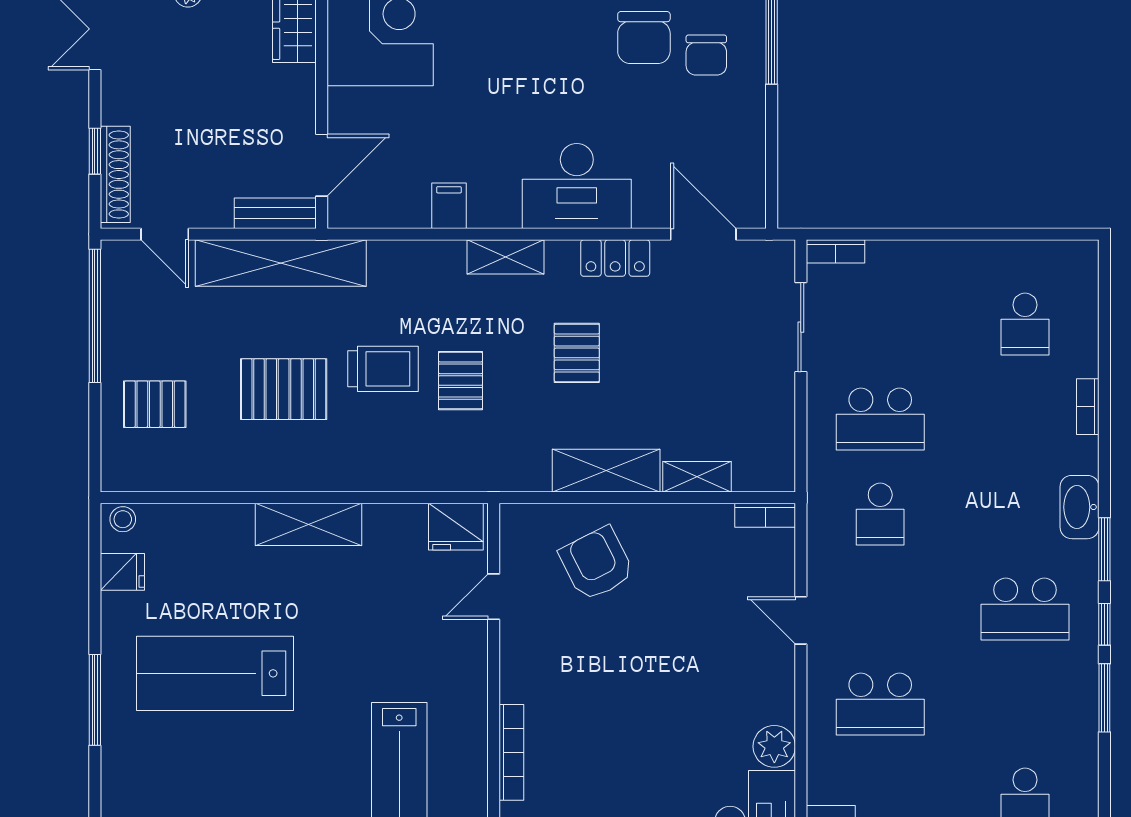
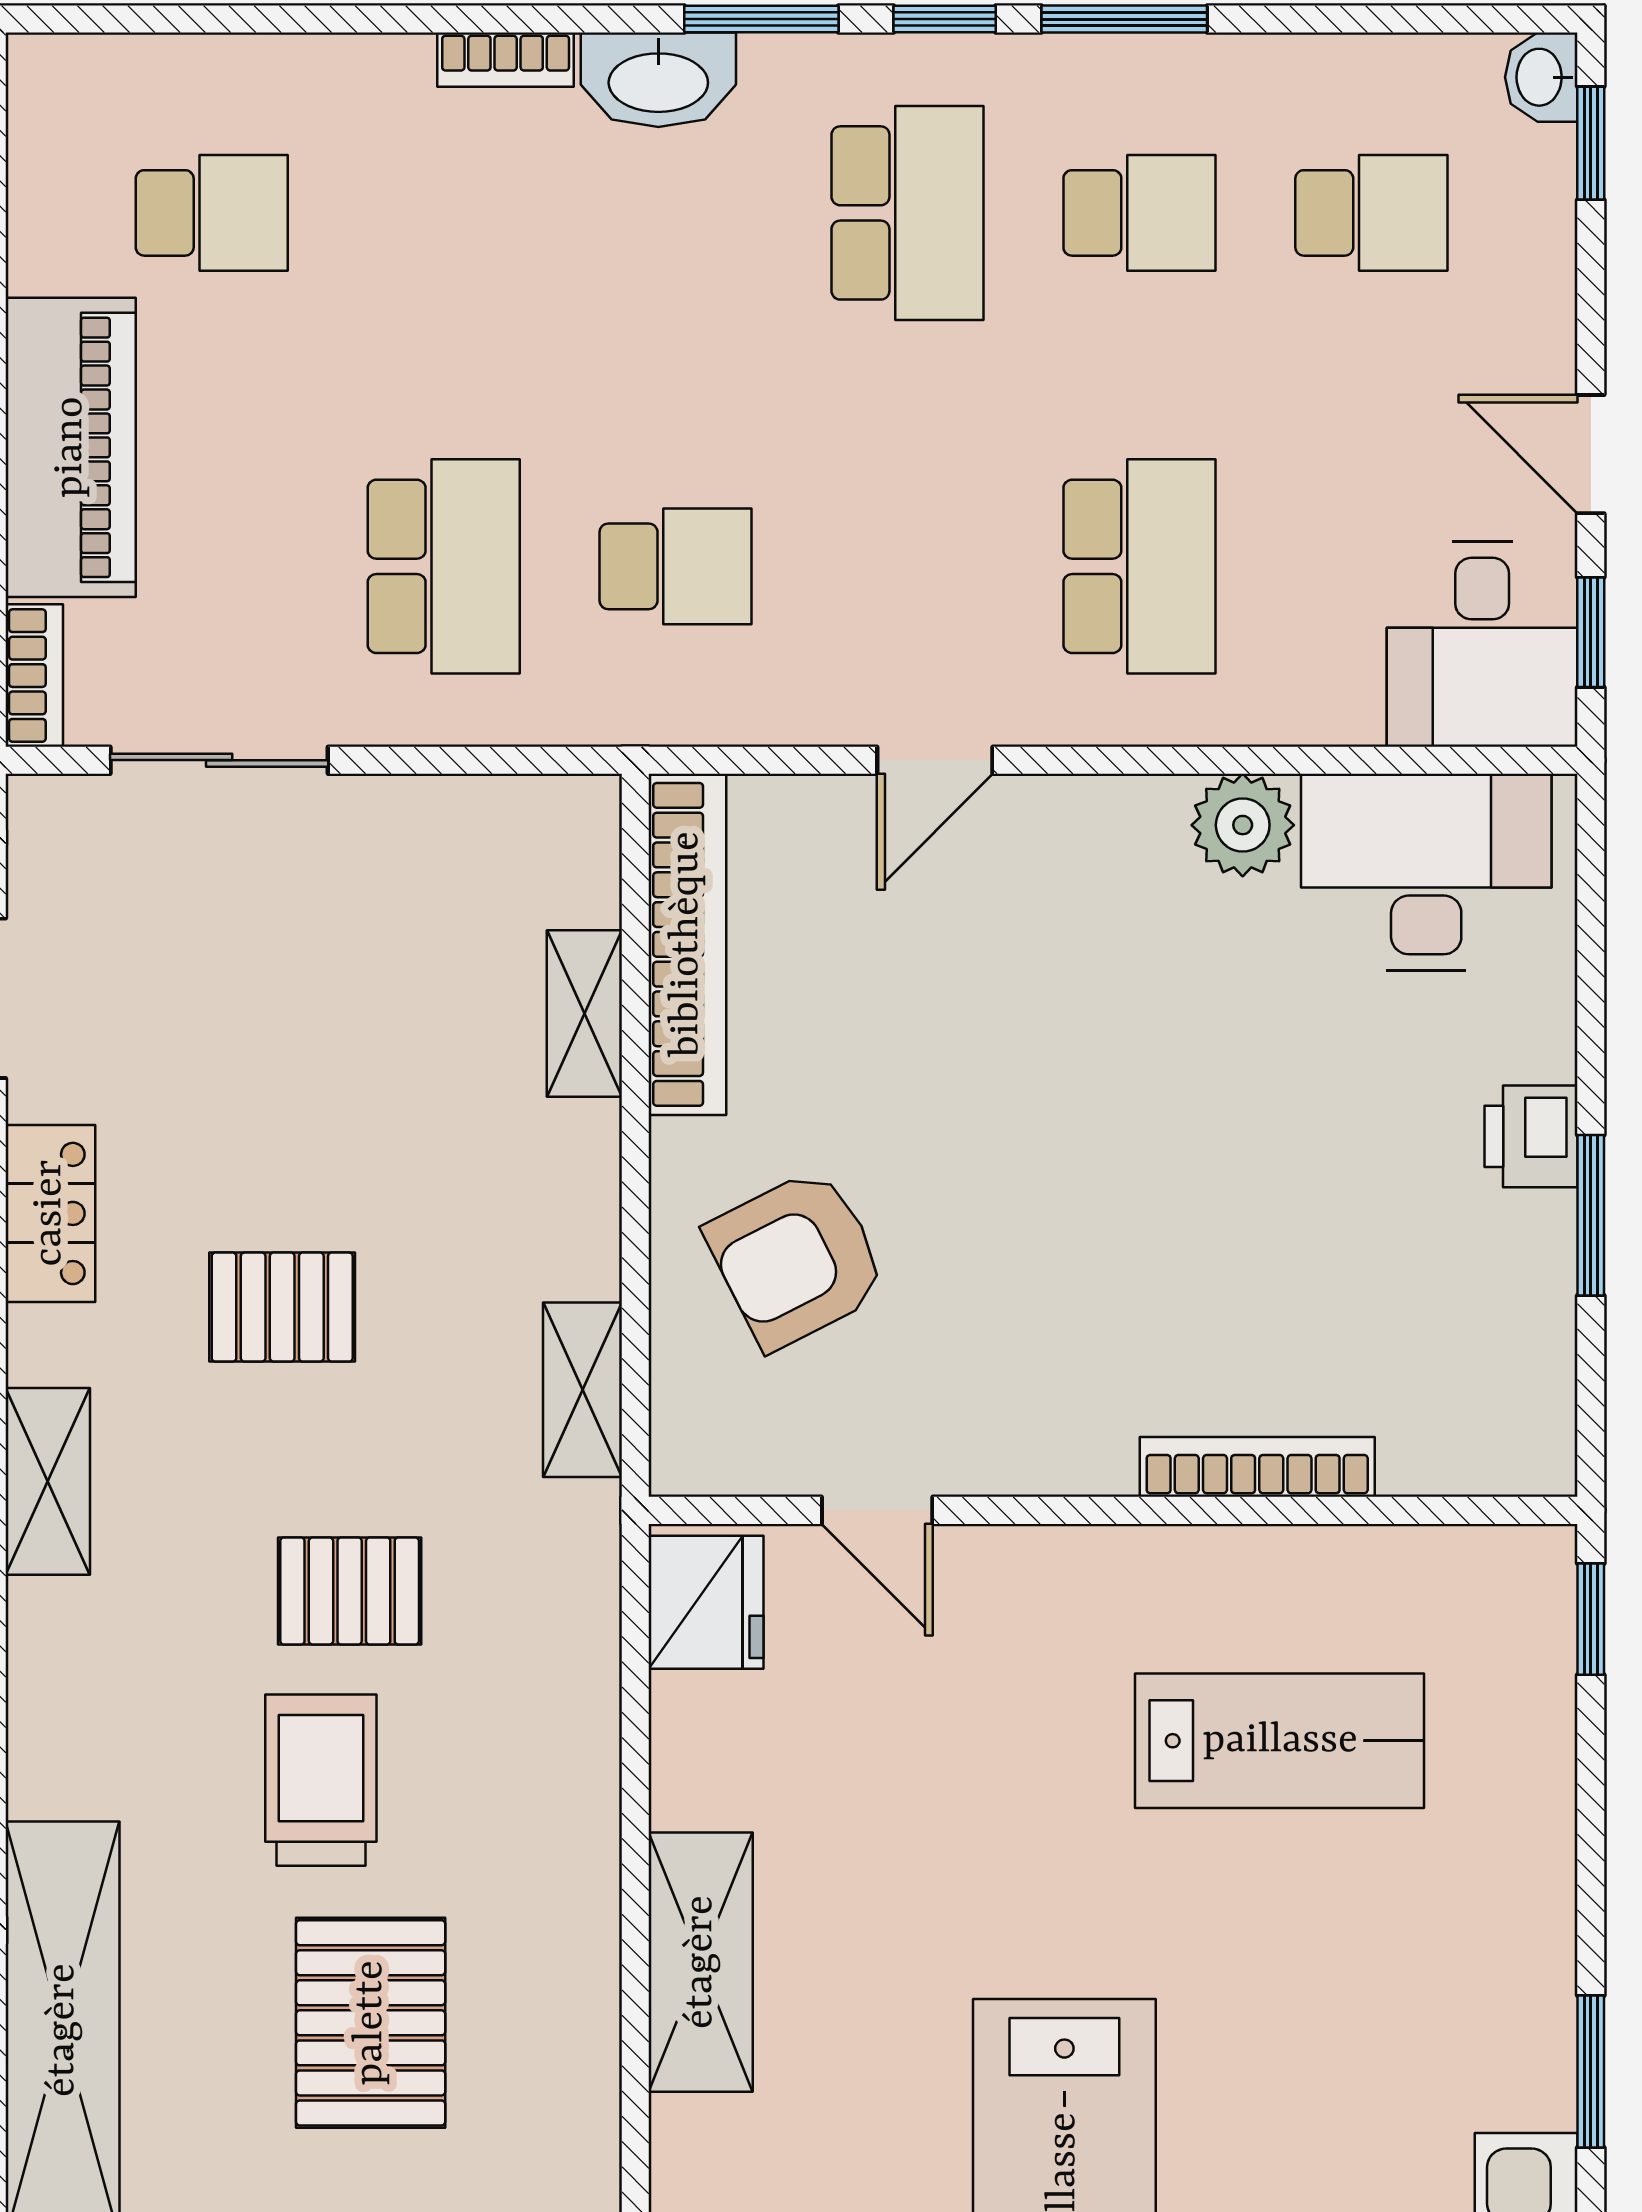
piano: (929, 266) -> (71, 447), added
bookcase: (1088, 407) -> (506, 60), moved
shelving: (606, 471) -> (583, 1390), moved, width x0.67, depth x0.75
bookcase: (765, 515) -> (687, 944), width x2.31, depth x1.31
school desk: (1025, 704) -> (1139, 213), added

